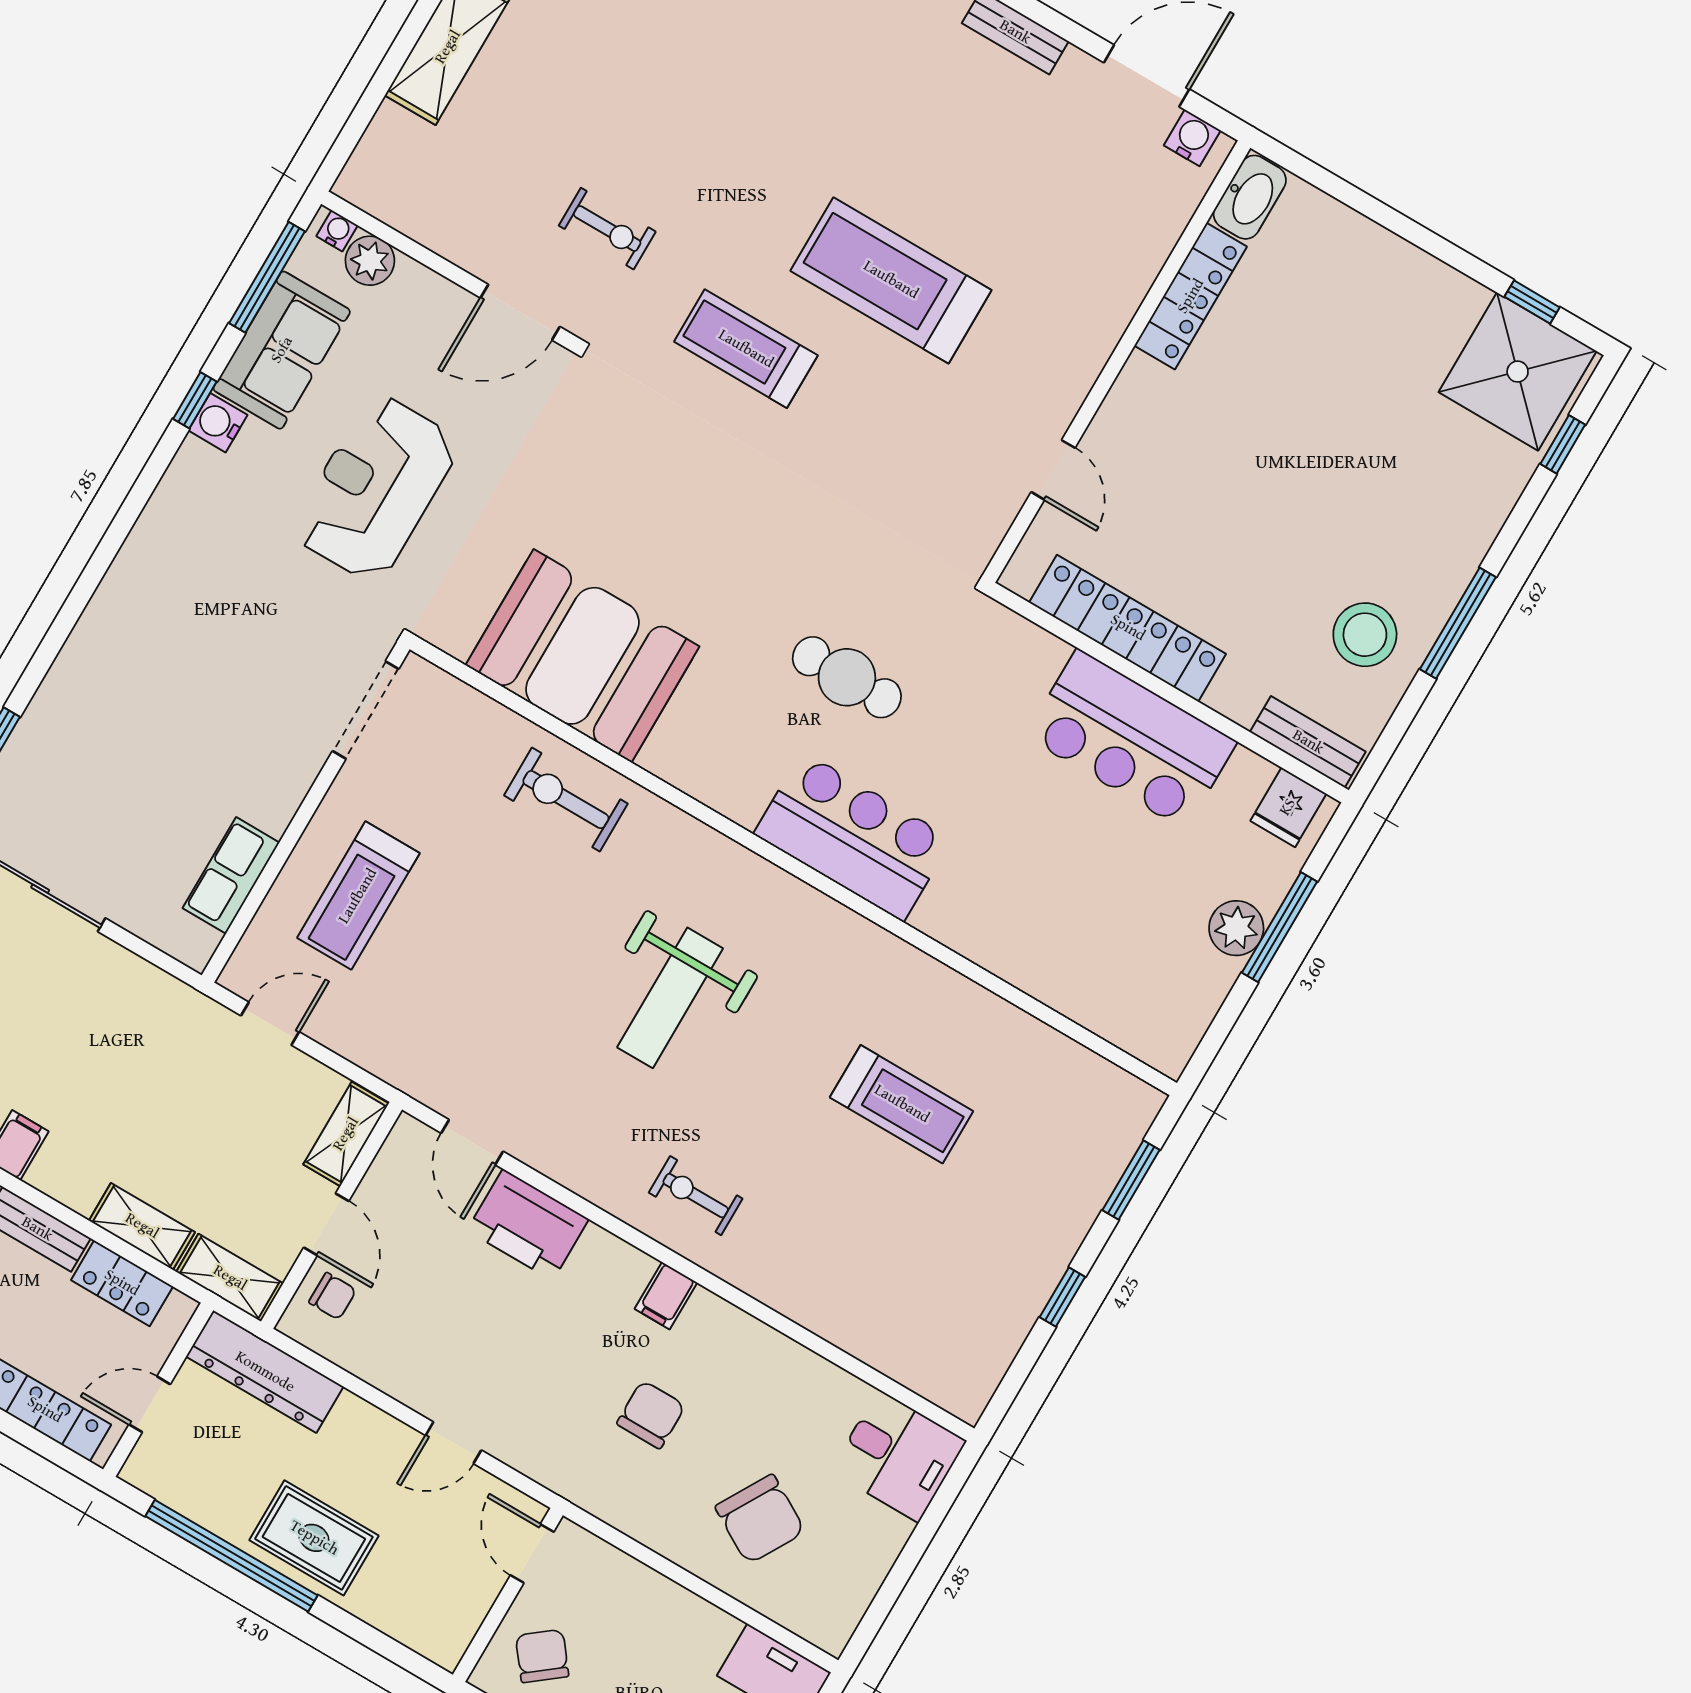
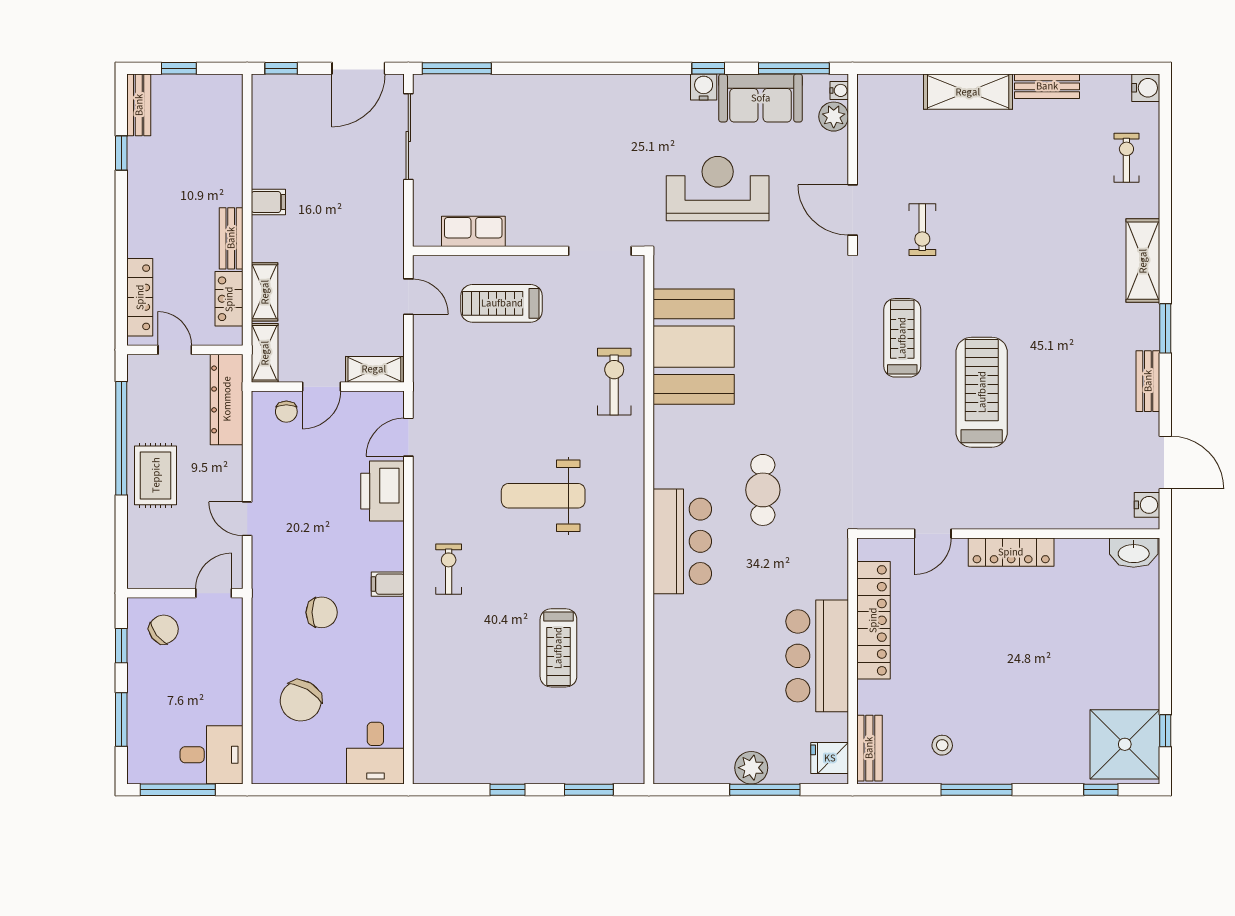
locker: (1191, 296) -> (1011, 552), moved
stool: (1365, 635) -> (942, 745), width x0.53, depth x0.53

